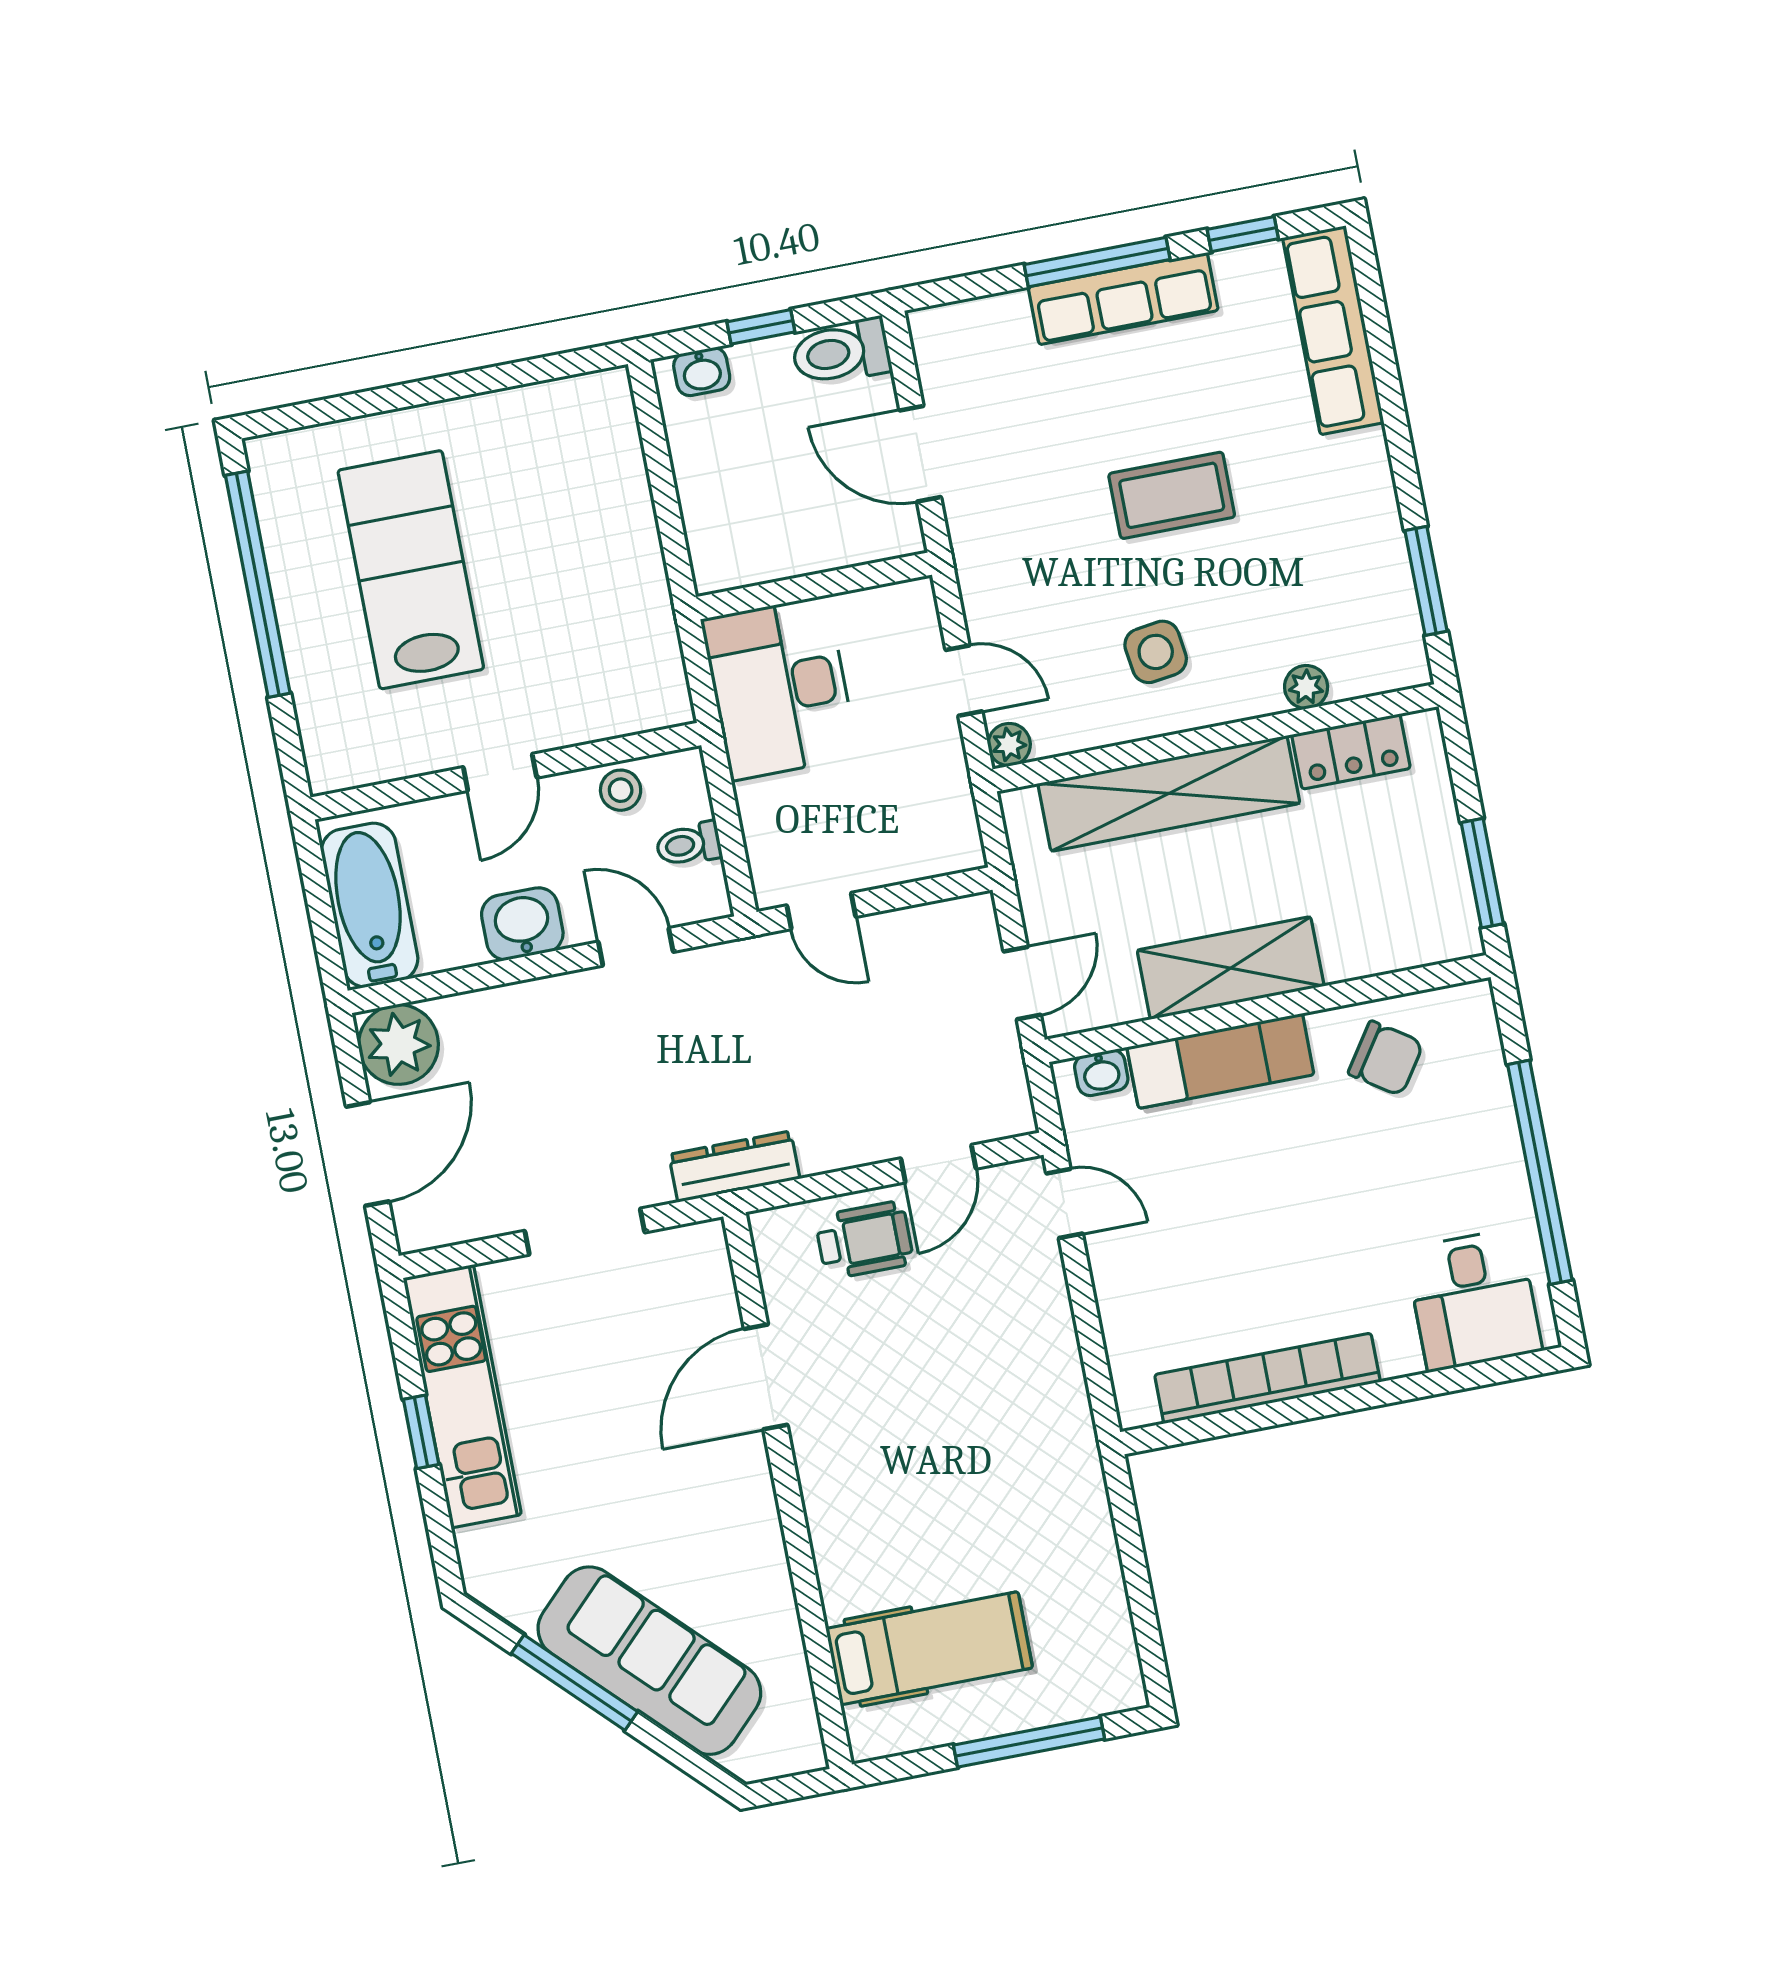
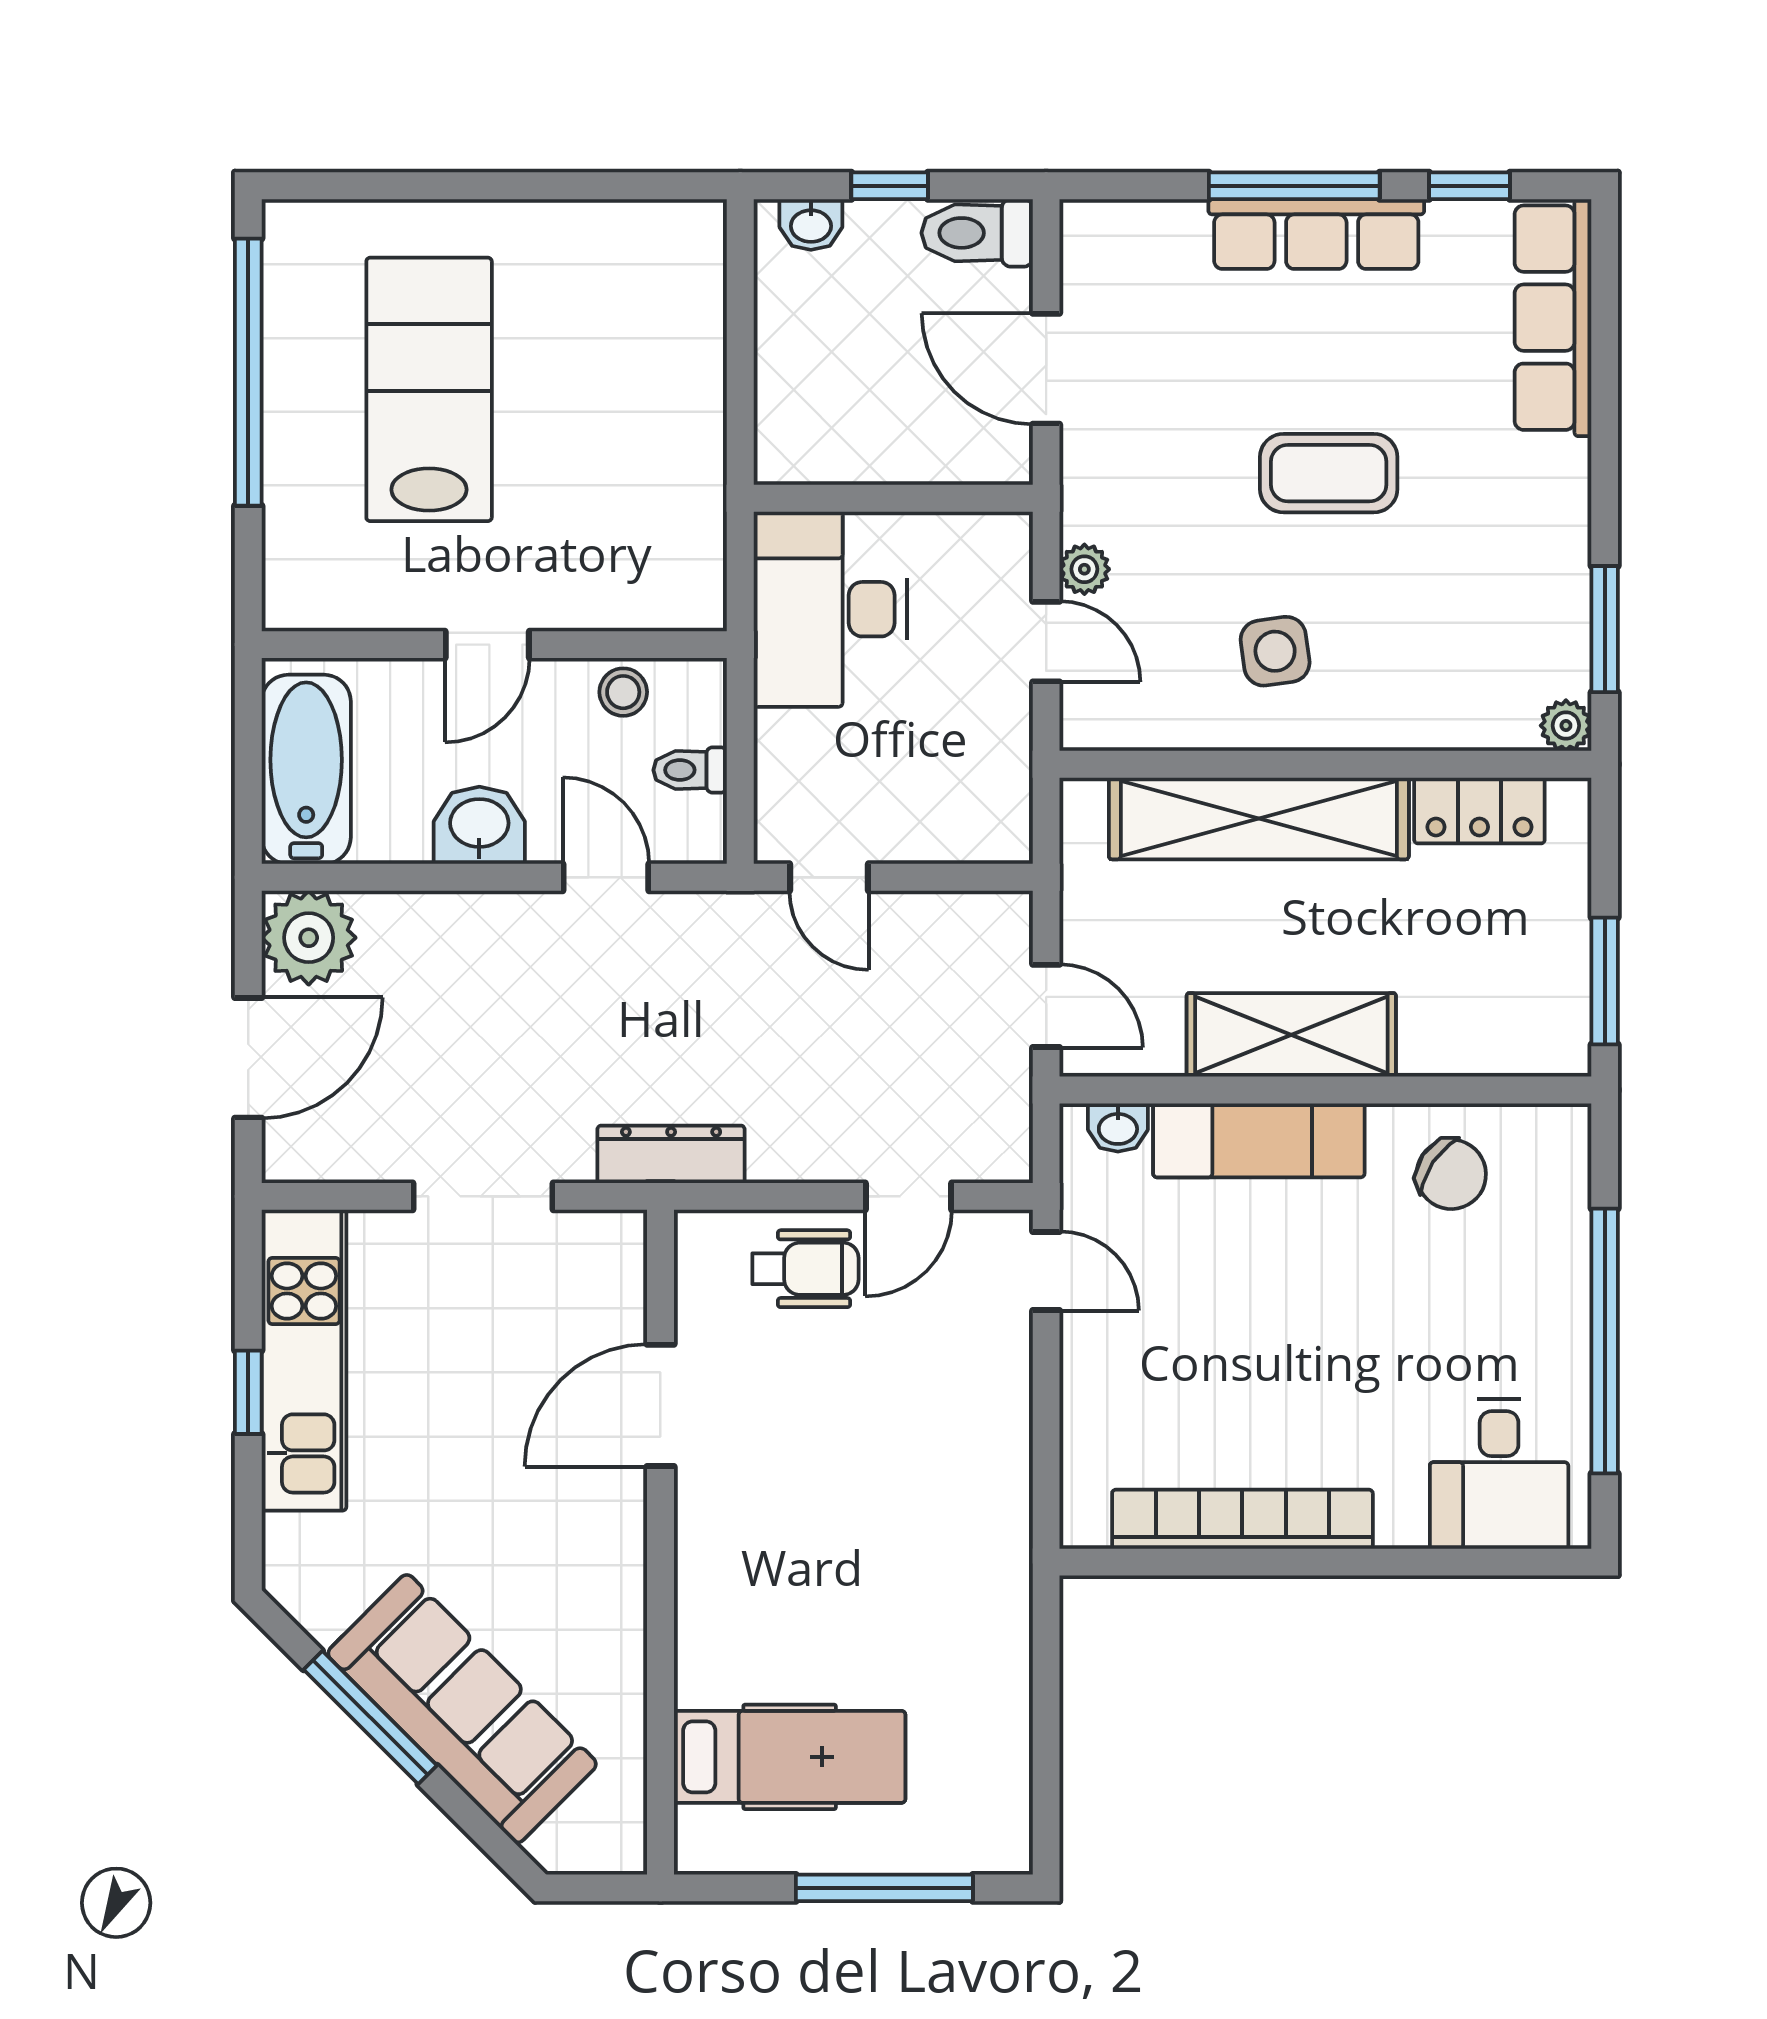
plant: (1306, 687) -> (1566, 726), moved
plant: (1009, 745) -> (1084, 569), moved
door: (1022, 983) -> (1046, 1006), hinge flipped

